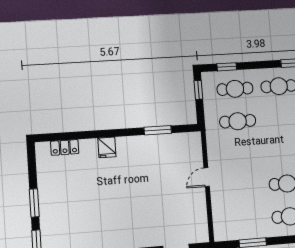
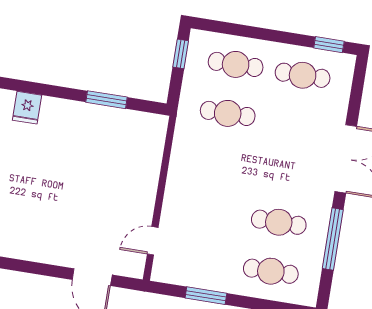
window: (227, 67) -> (231, 29), removed
door: (207, 177) -> (153, 241), moved

